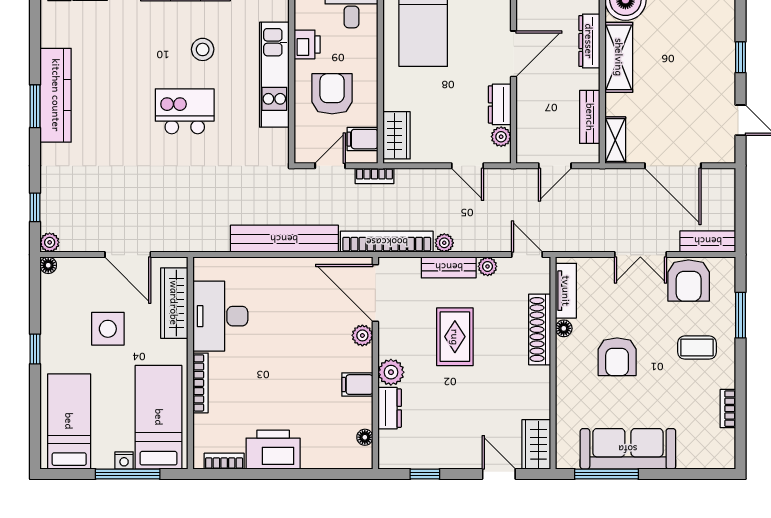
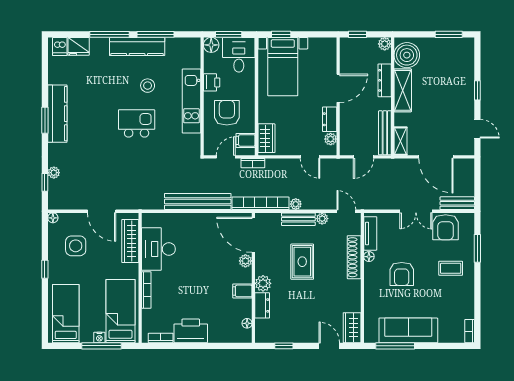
bench: (590, 117) -> (385, 133), width x1.36
plant: (50, 242) -> (54, 173), moved
side table: (108, 329) -> (76, 246), moved
bookcase: (728, 409) -> (470, 331), moved

